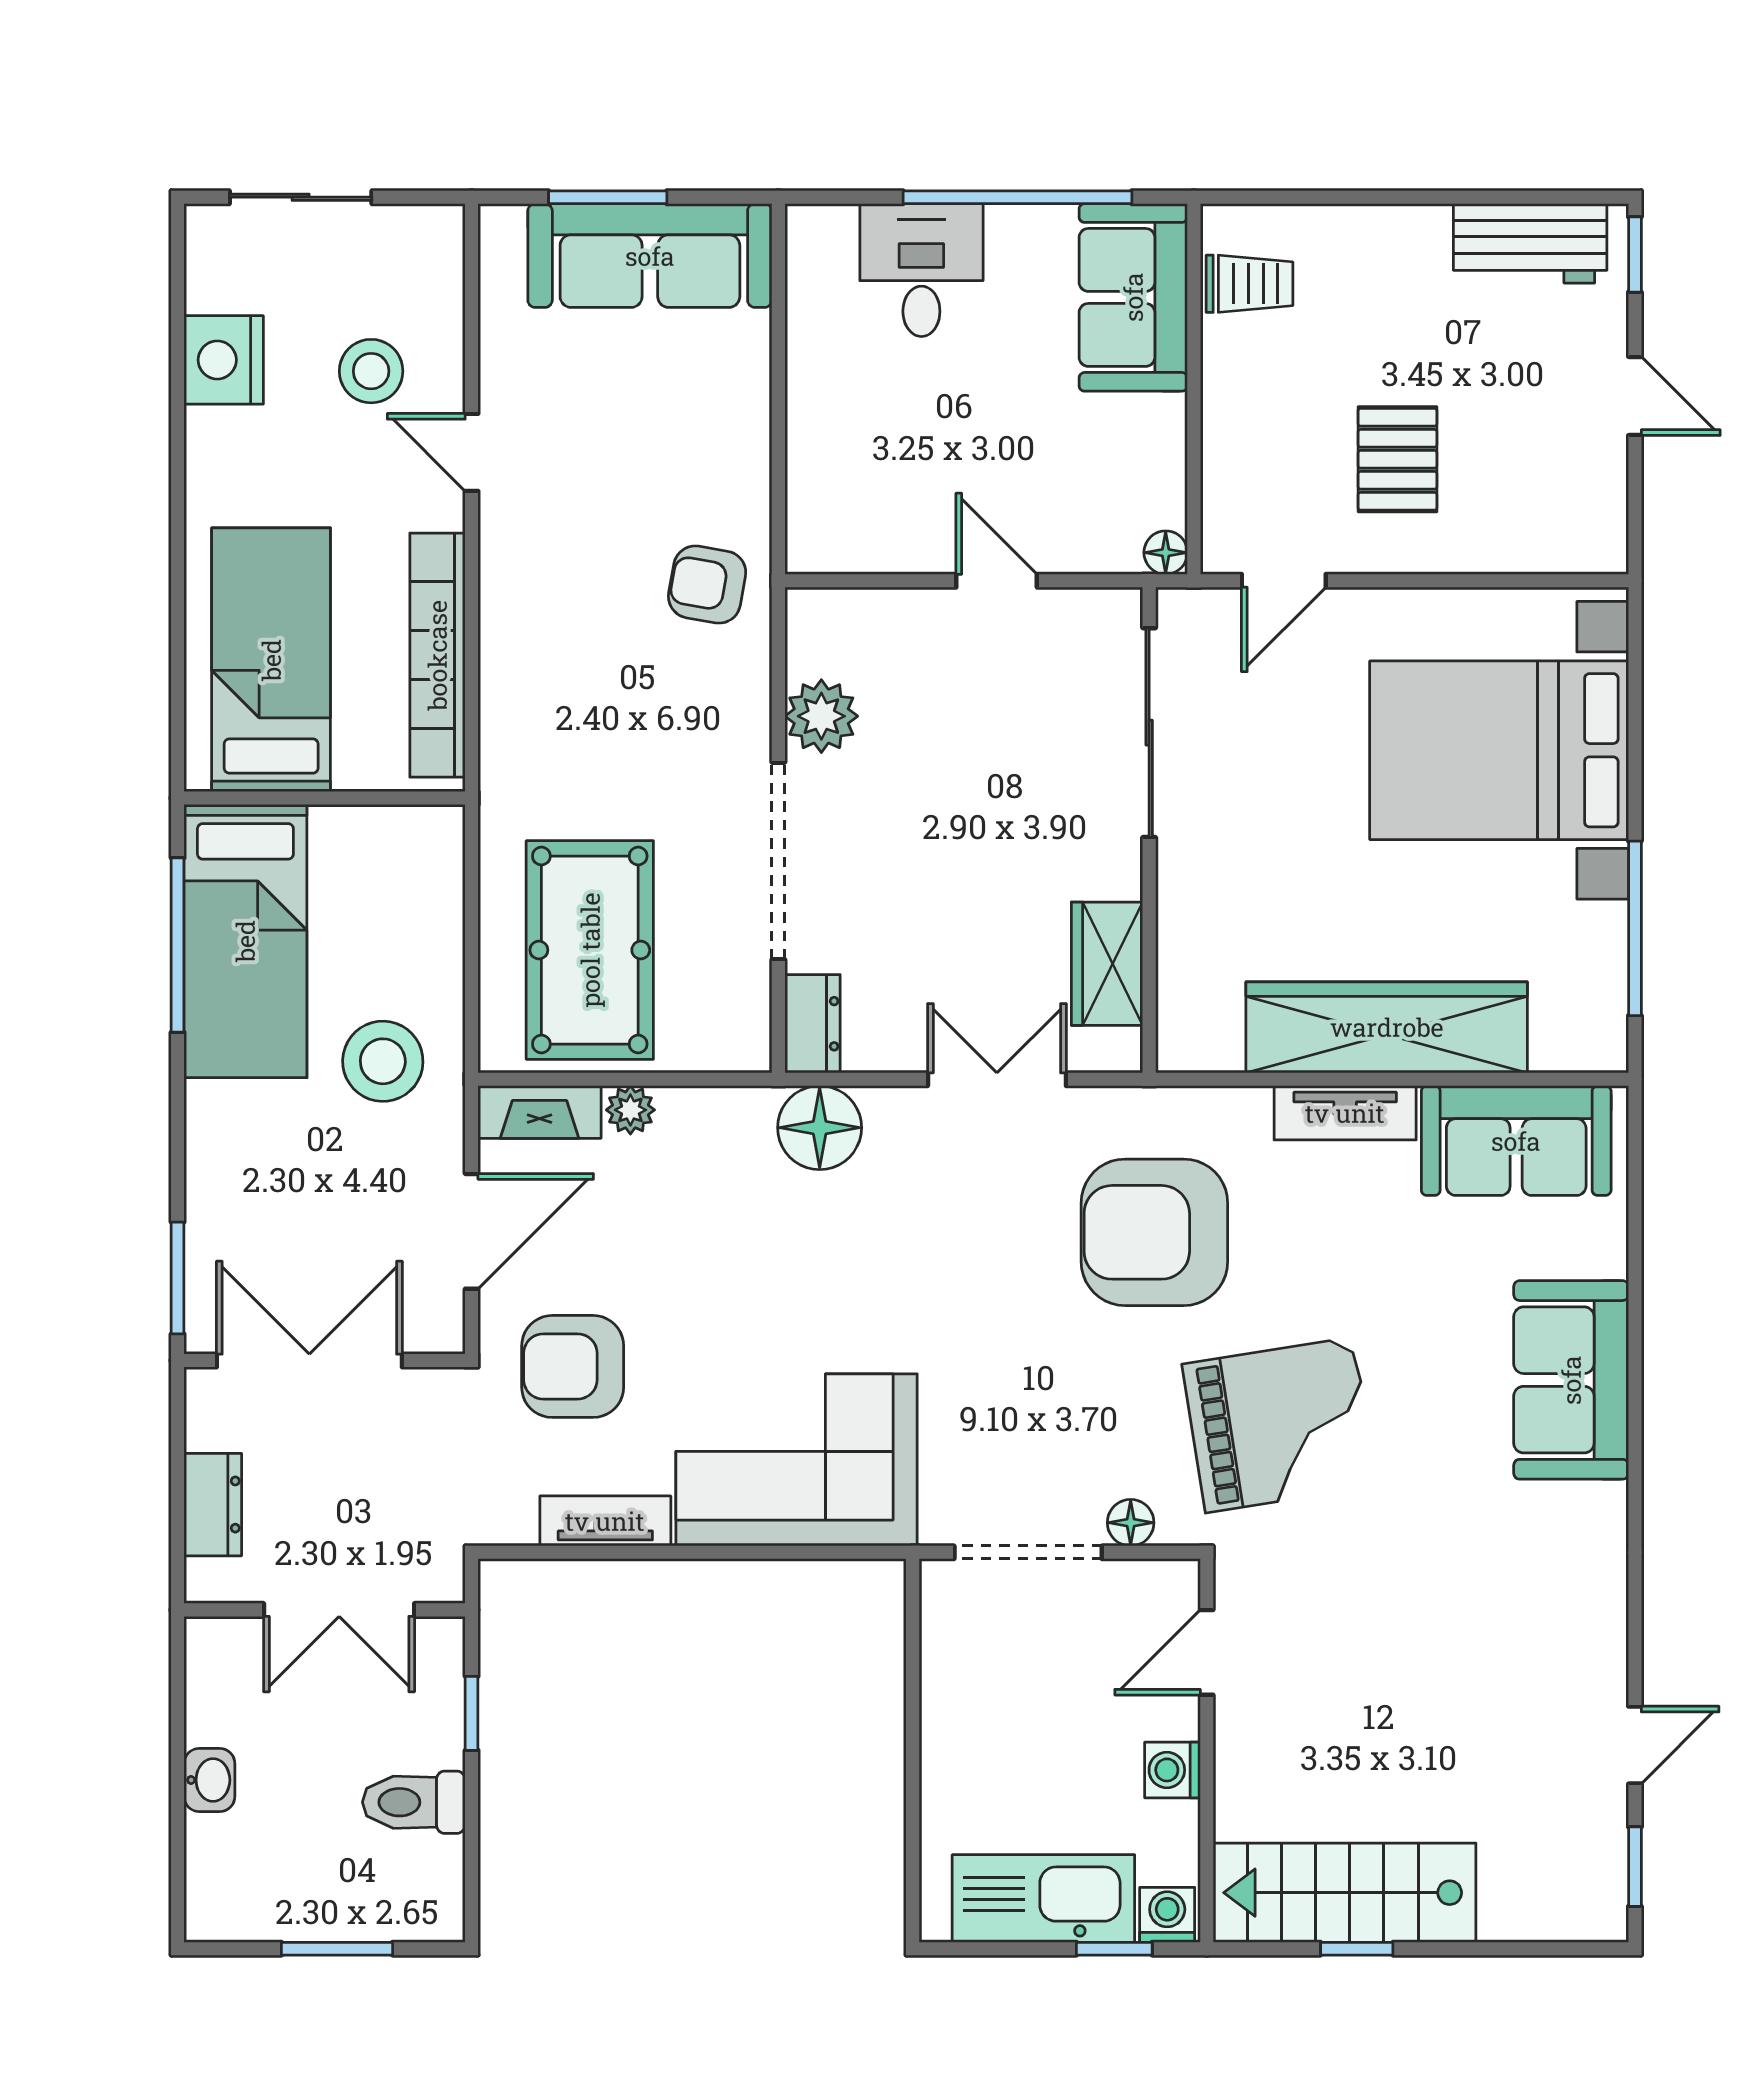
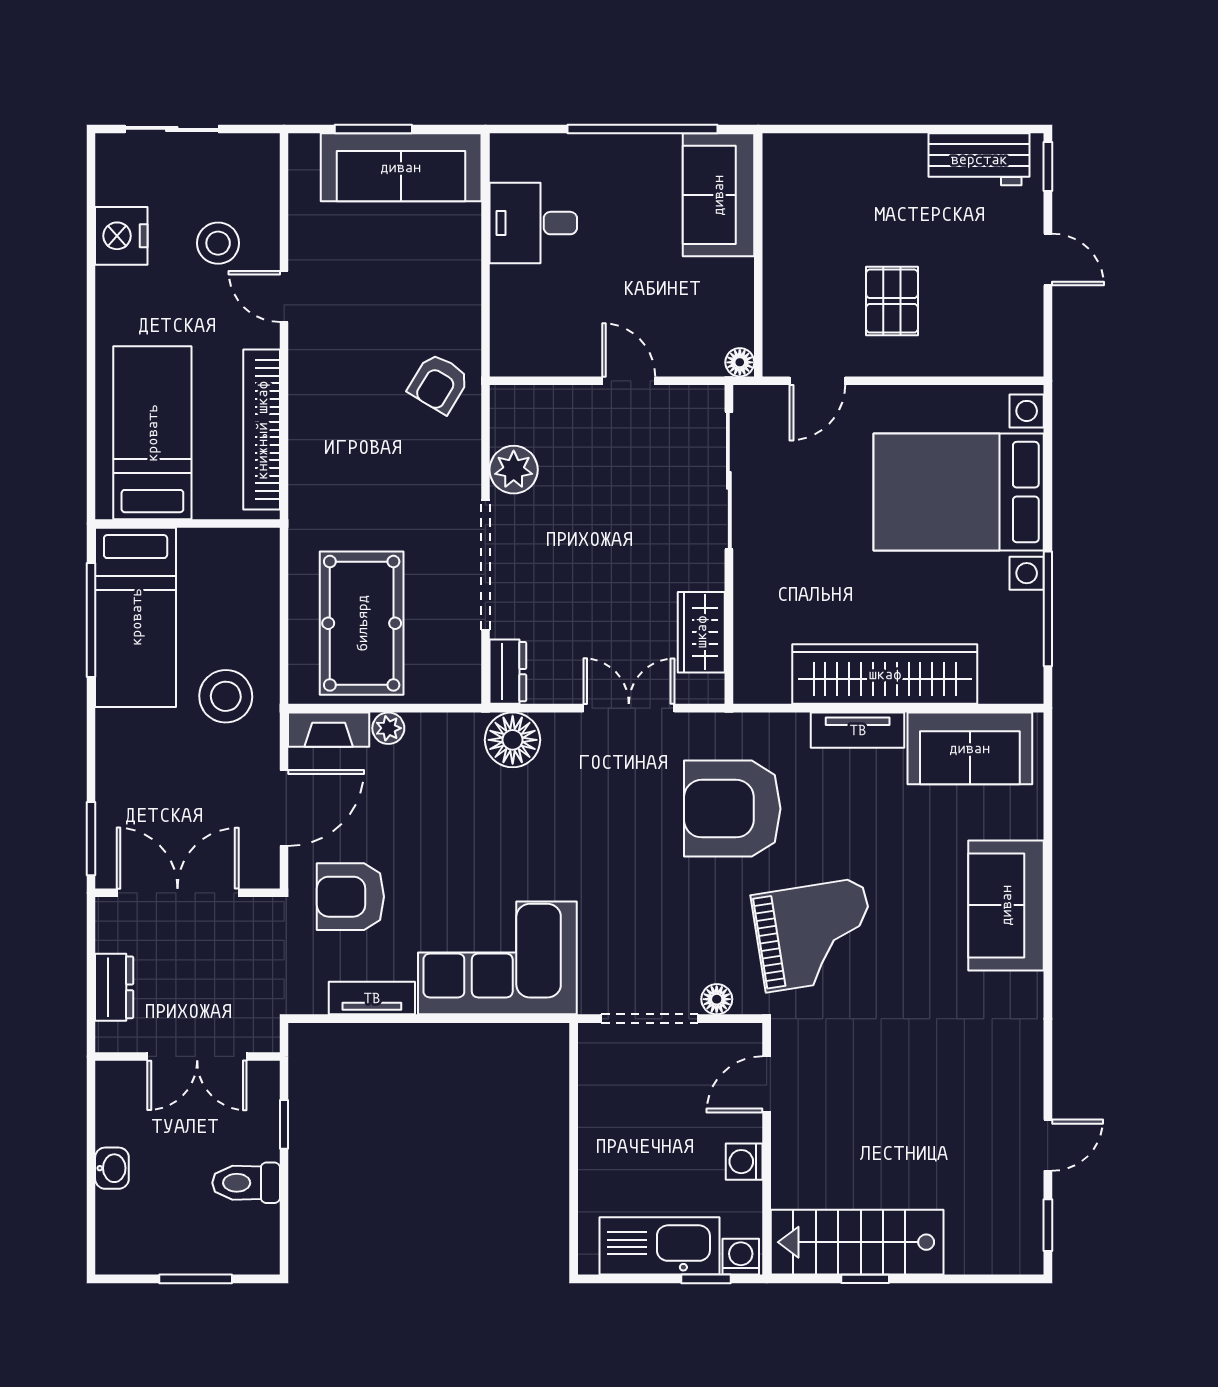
desk: (921, 270) -> (533, 223), moved, turned -90
trolley: (1250, 284) -> (795, 186), removed
armchair: (707, 585) -> (439, 383), turned -69

